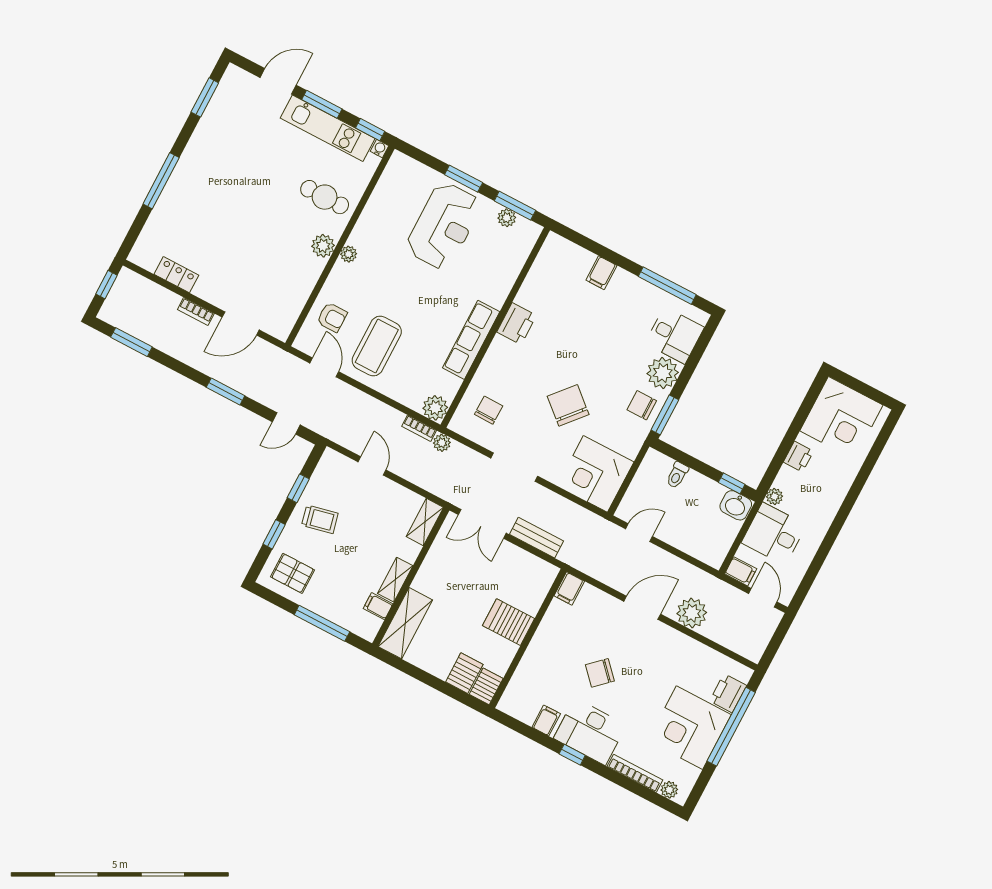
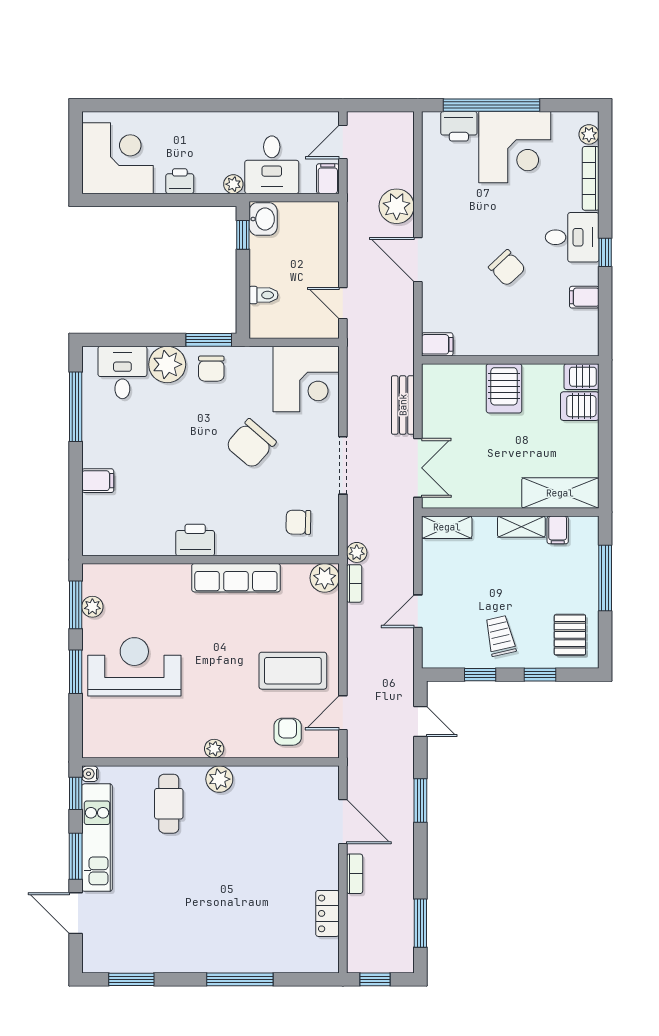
desk: (590, 732) -> (572, 237), width x0.73

